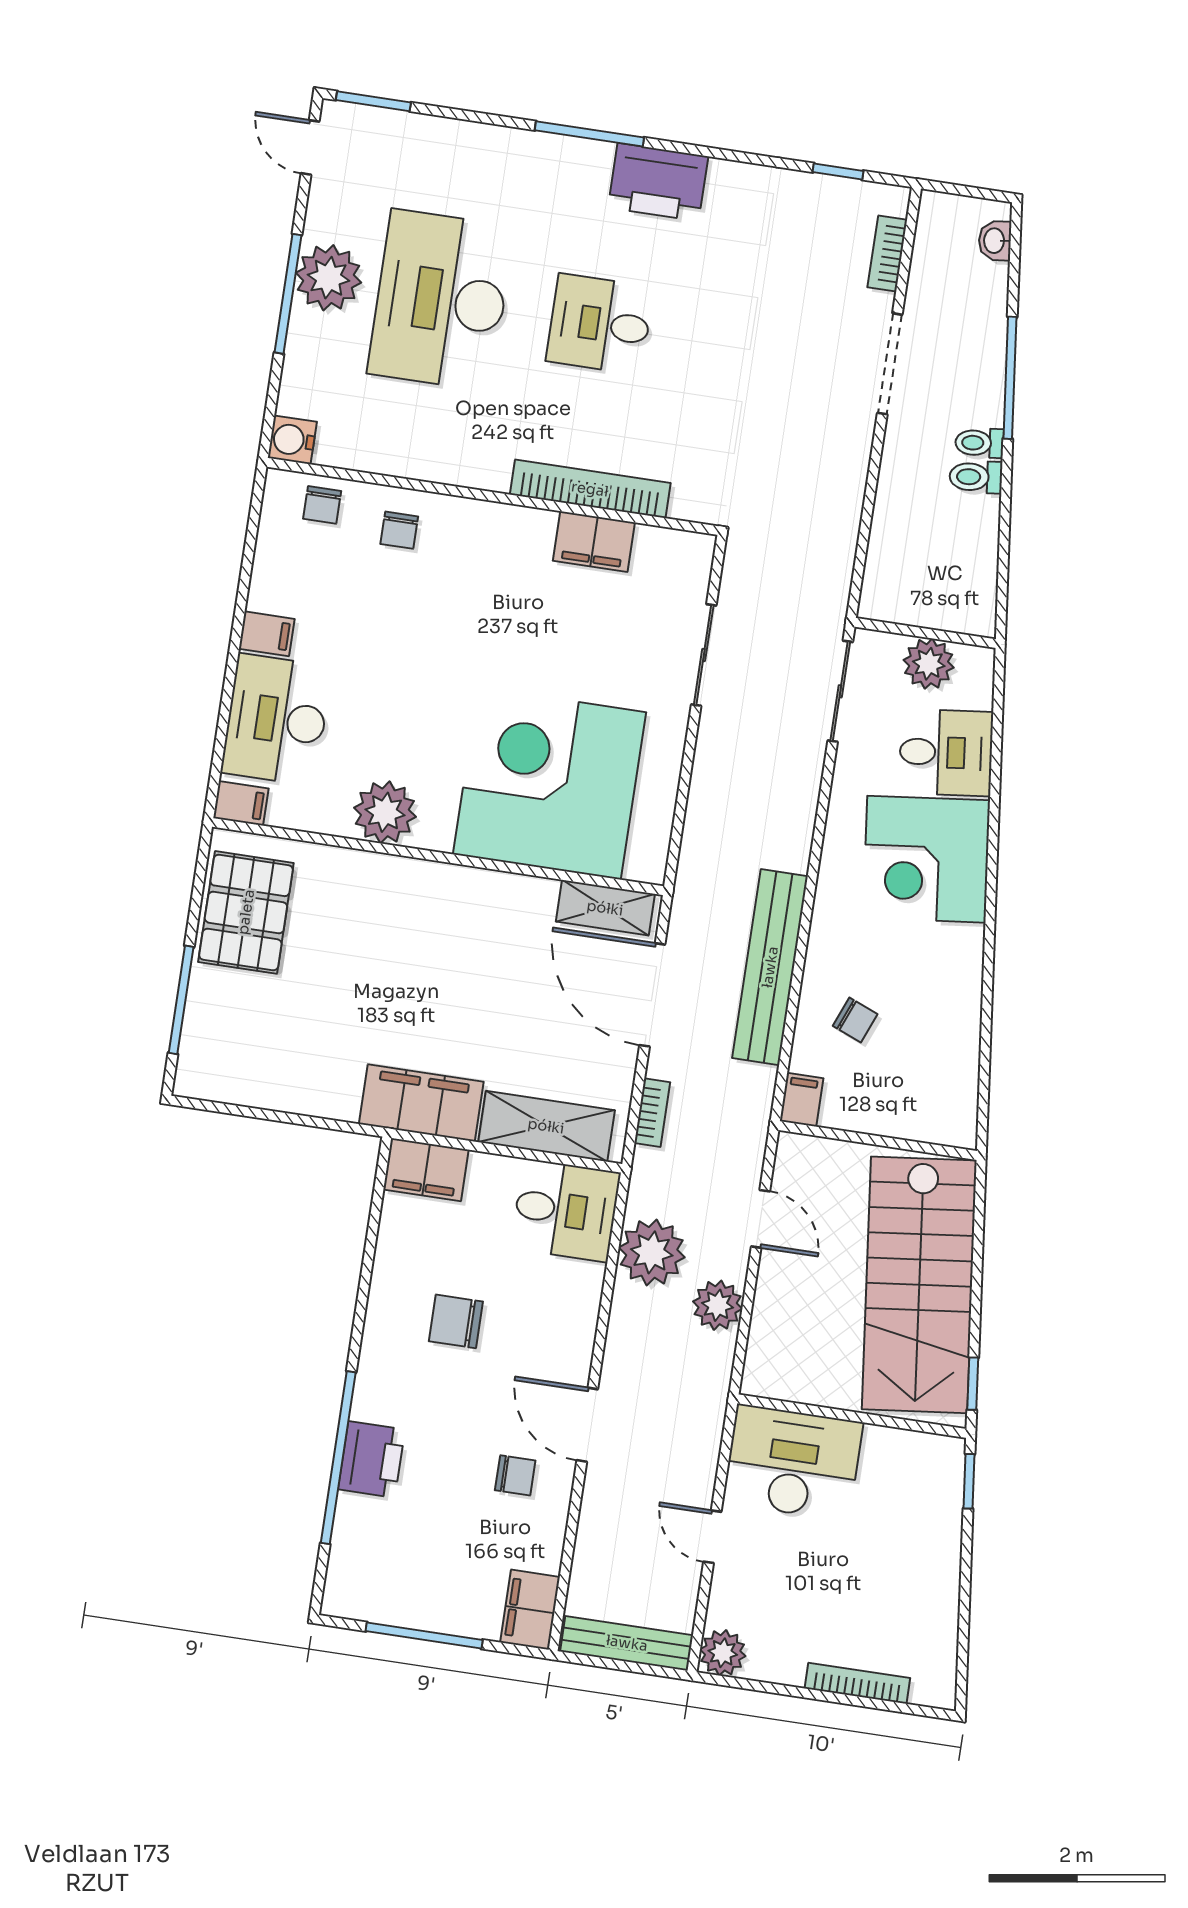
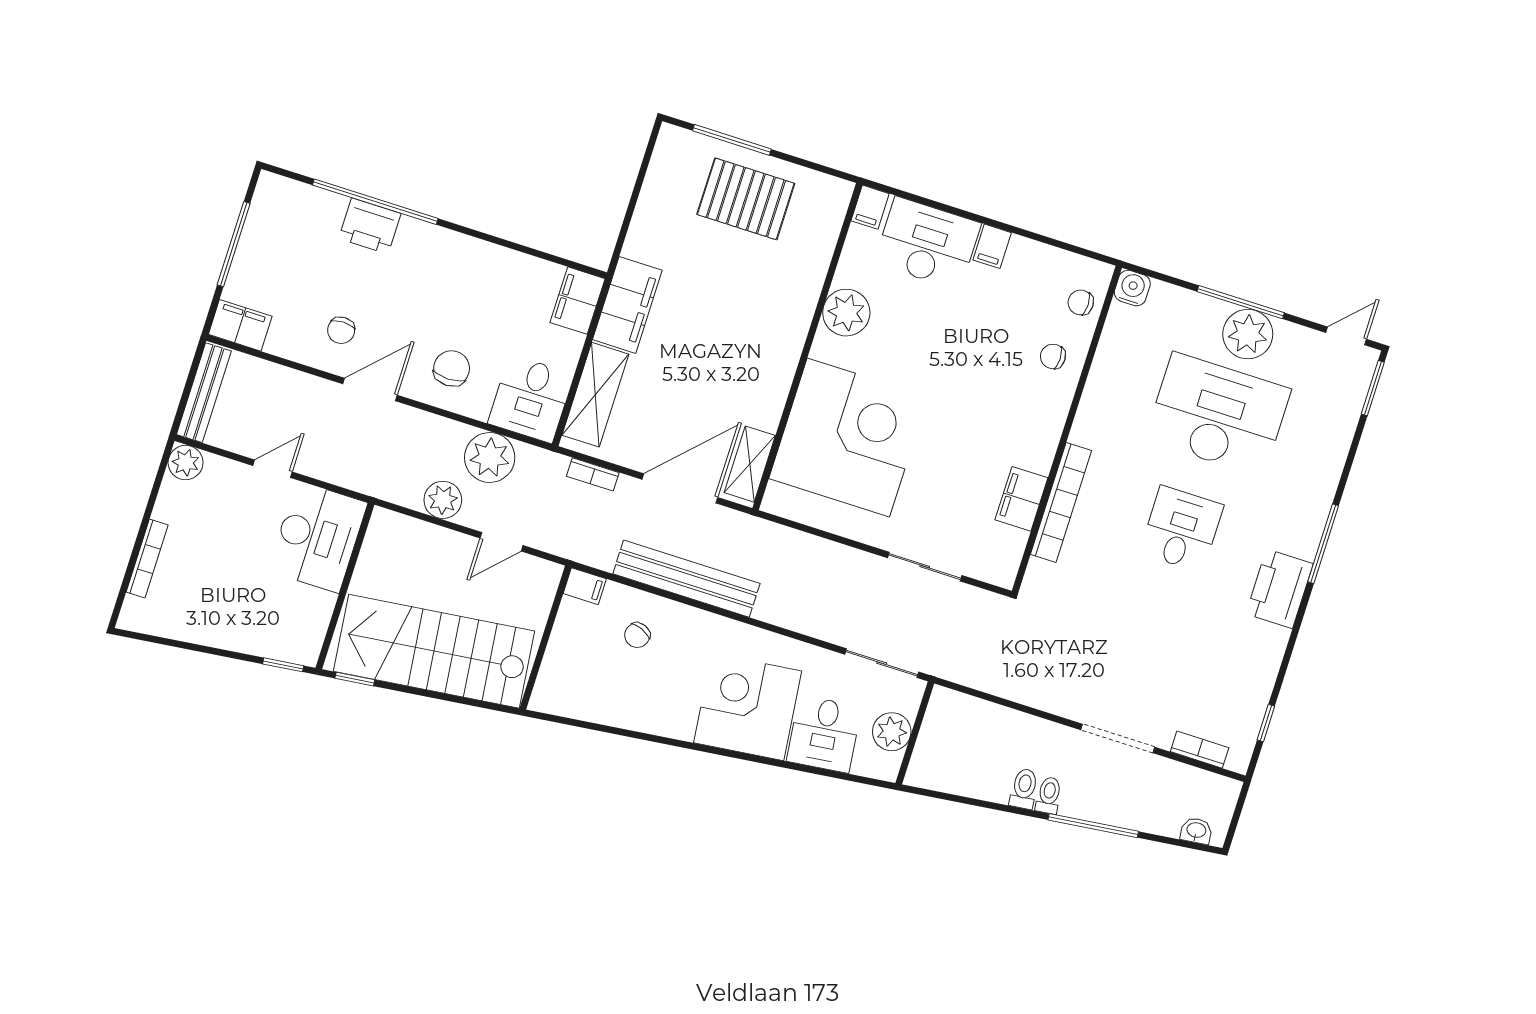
pallet: (246, 912) -> (746, 199), moved
chair: (456, 1321) -> (452, 368), moved

